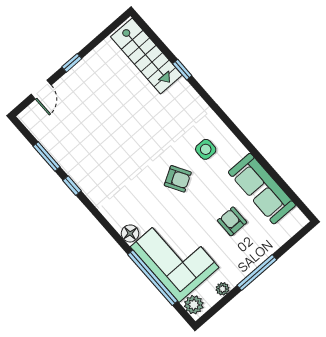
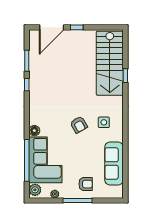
stairs: (146, 56) -> (110, 63), width x1.36, depth x1.51
door: (41, 90) -> (52, 27), width x1.88
armchair: (232, 221) -> (86, 184), moved, turned 90

